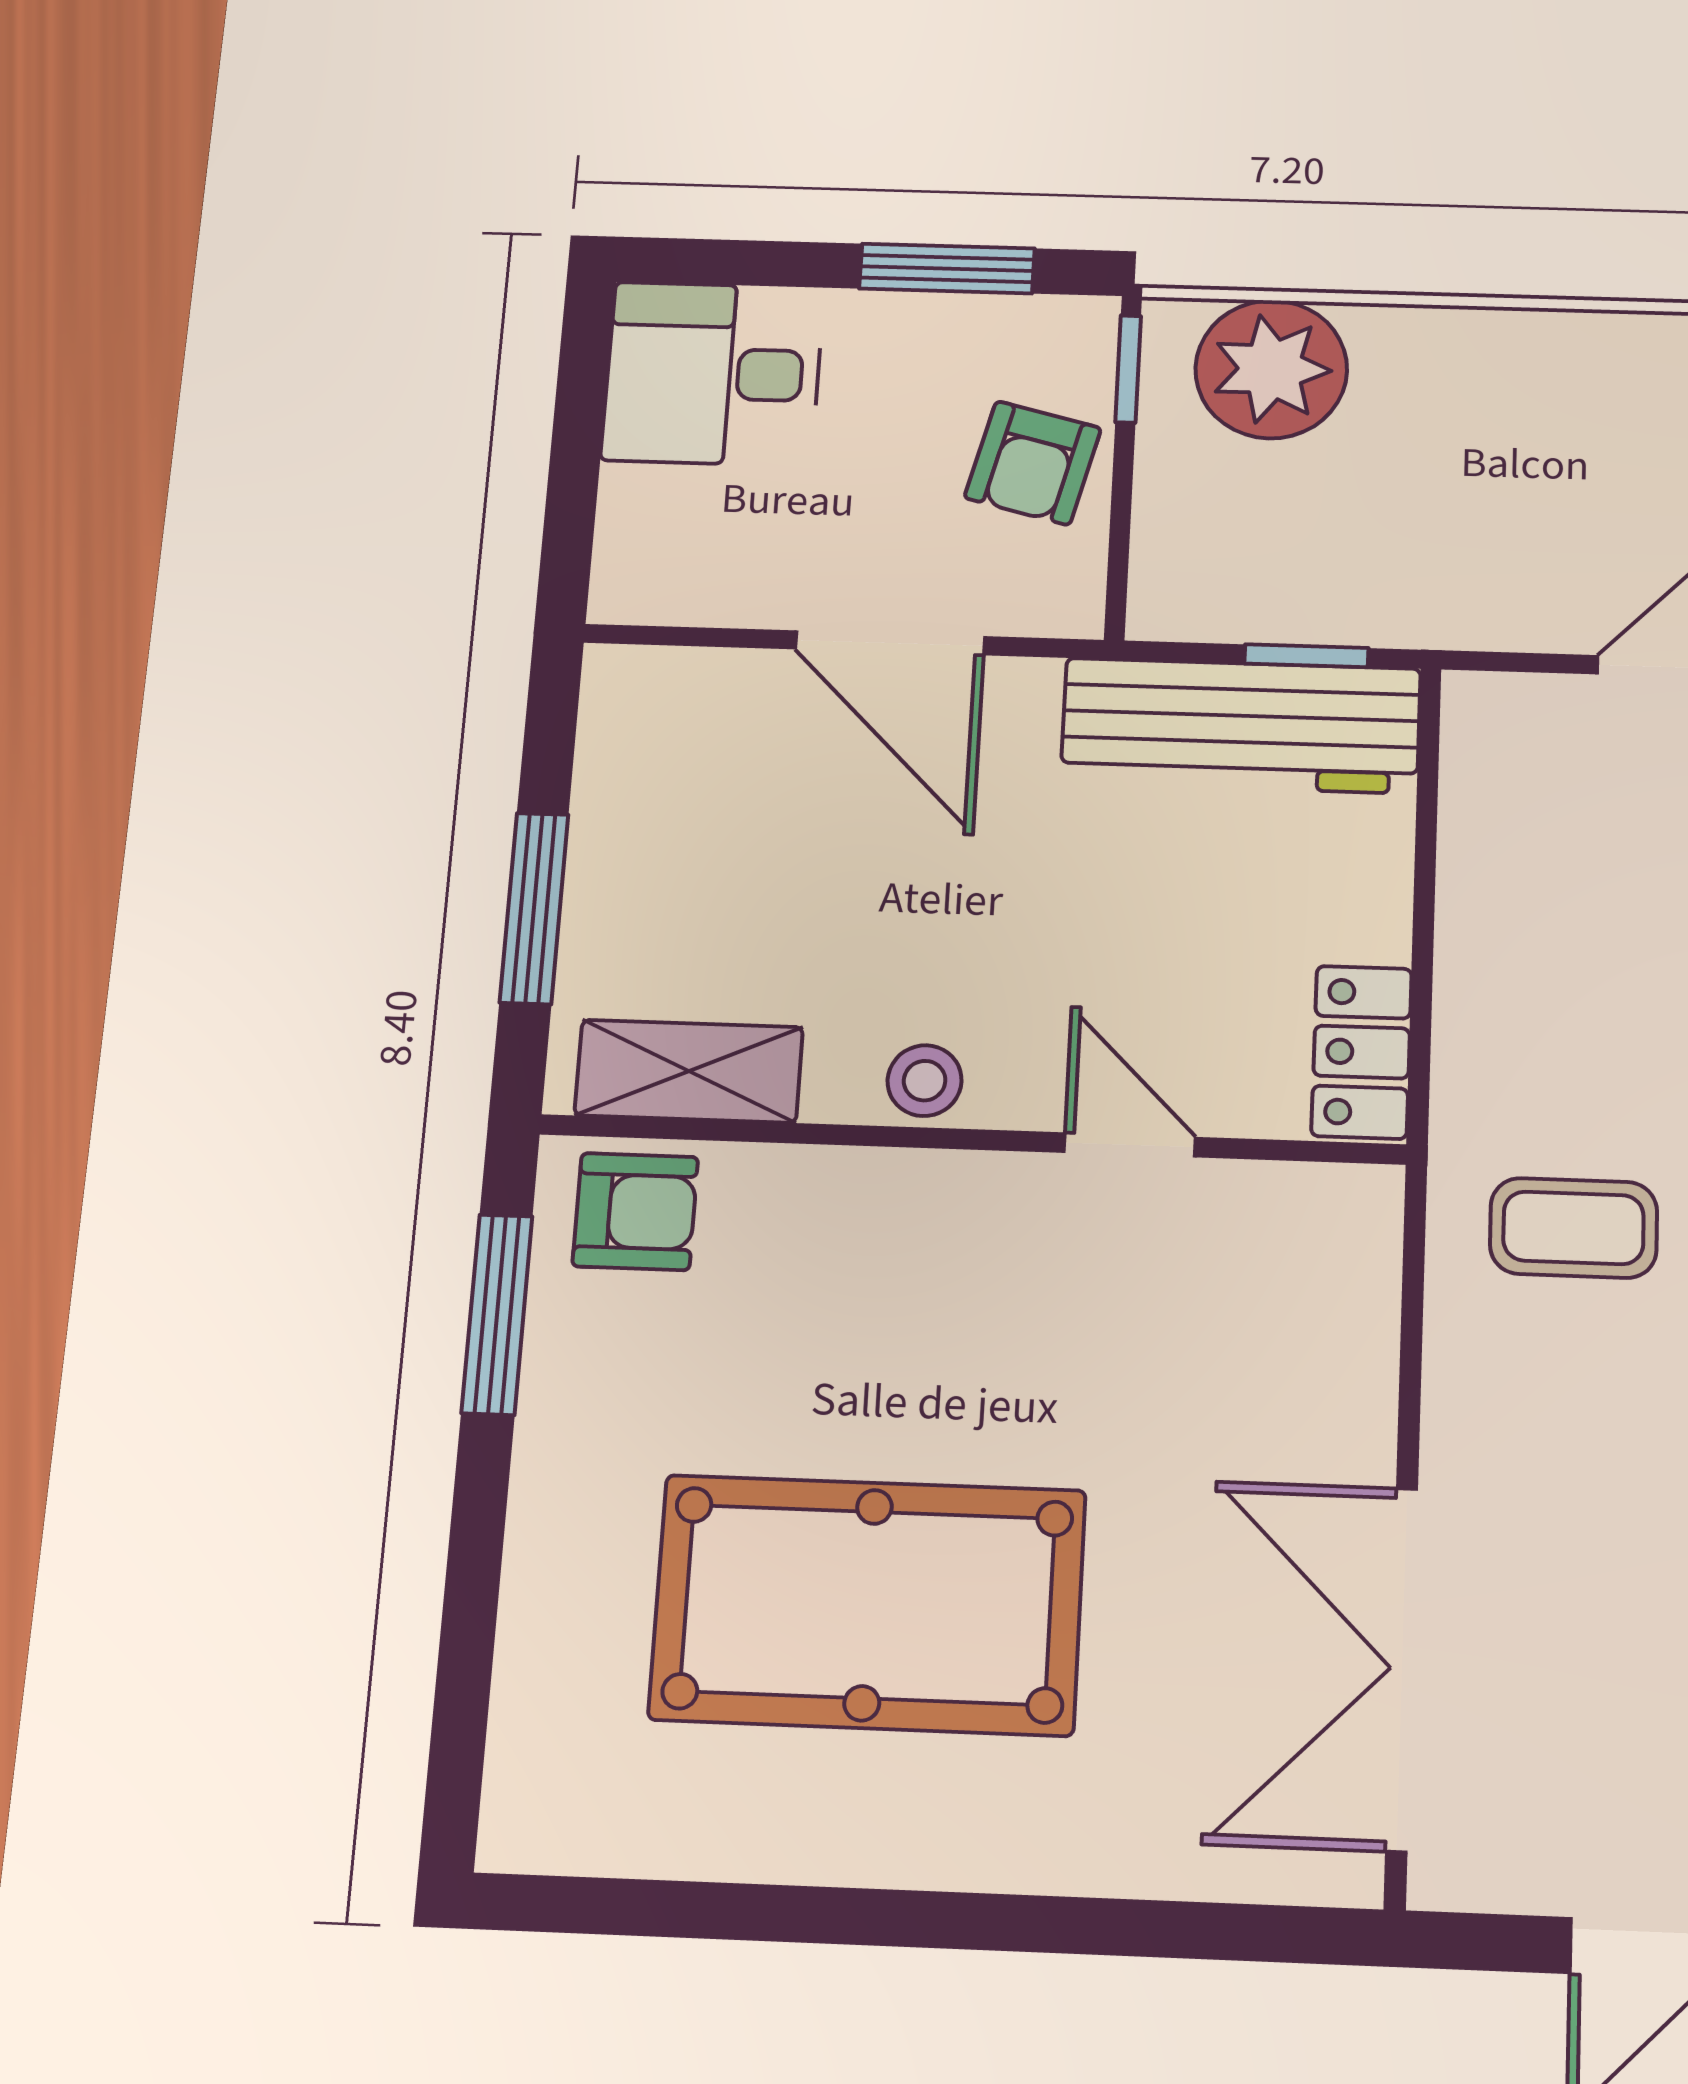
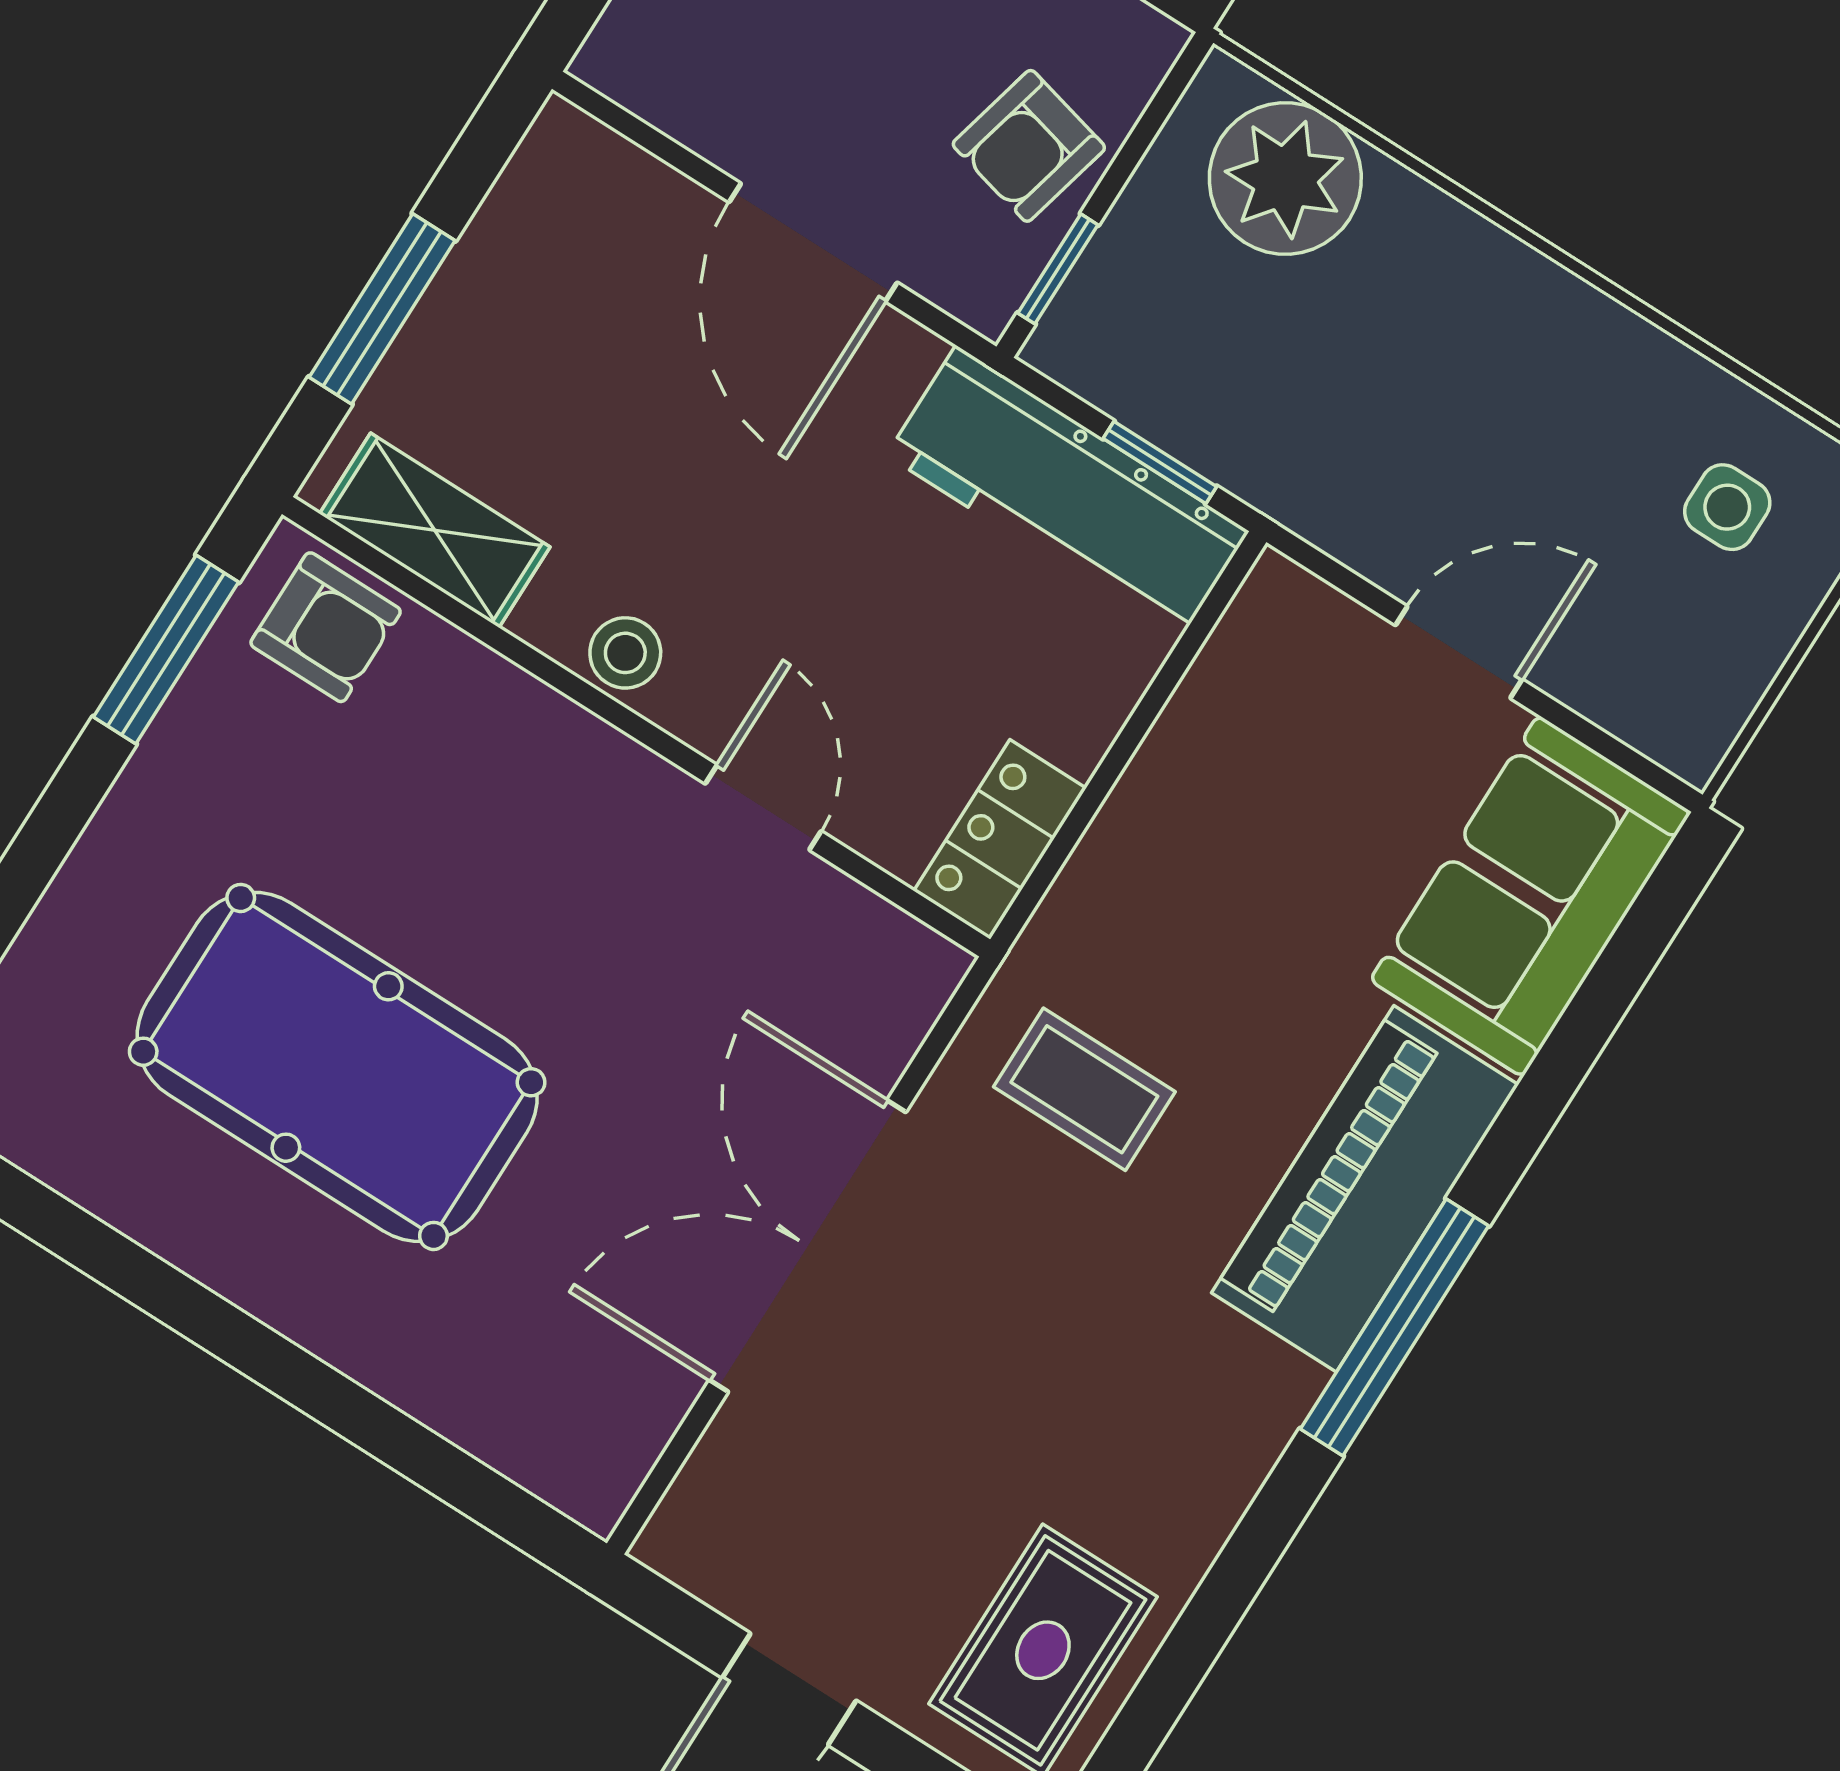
window: (1128, 369) -> (1058, 269), moved
double door: (1402, 1668) -> (808, 1246), moved

